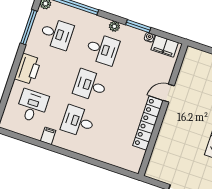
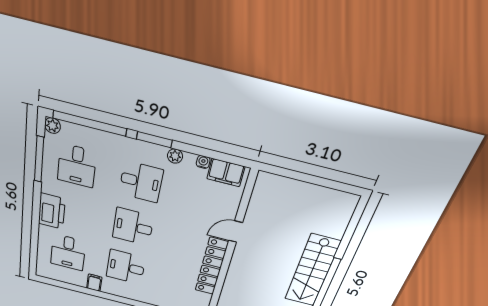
plant: (114, 26) -> (175, 156), moved
window: (138, 26) -> (154, 140), moved
desk: (57, 34) -> (77, 166), turned 90
desk: (32, 106) -> (68, 252), turned 180

